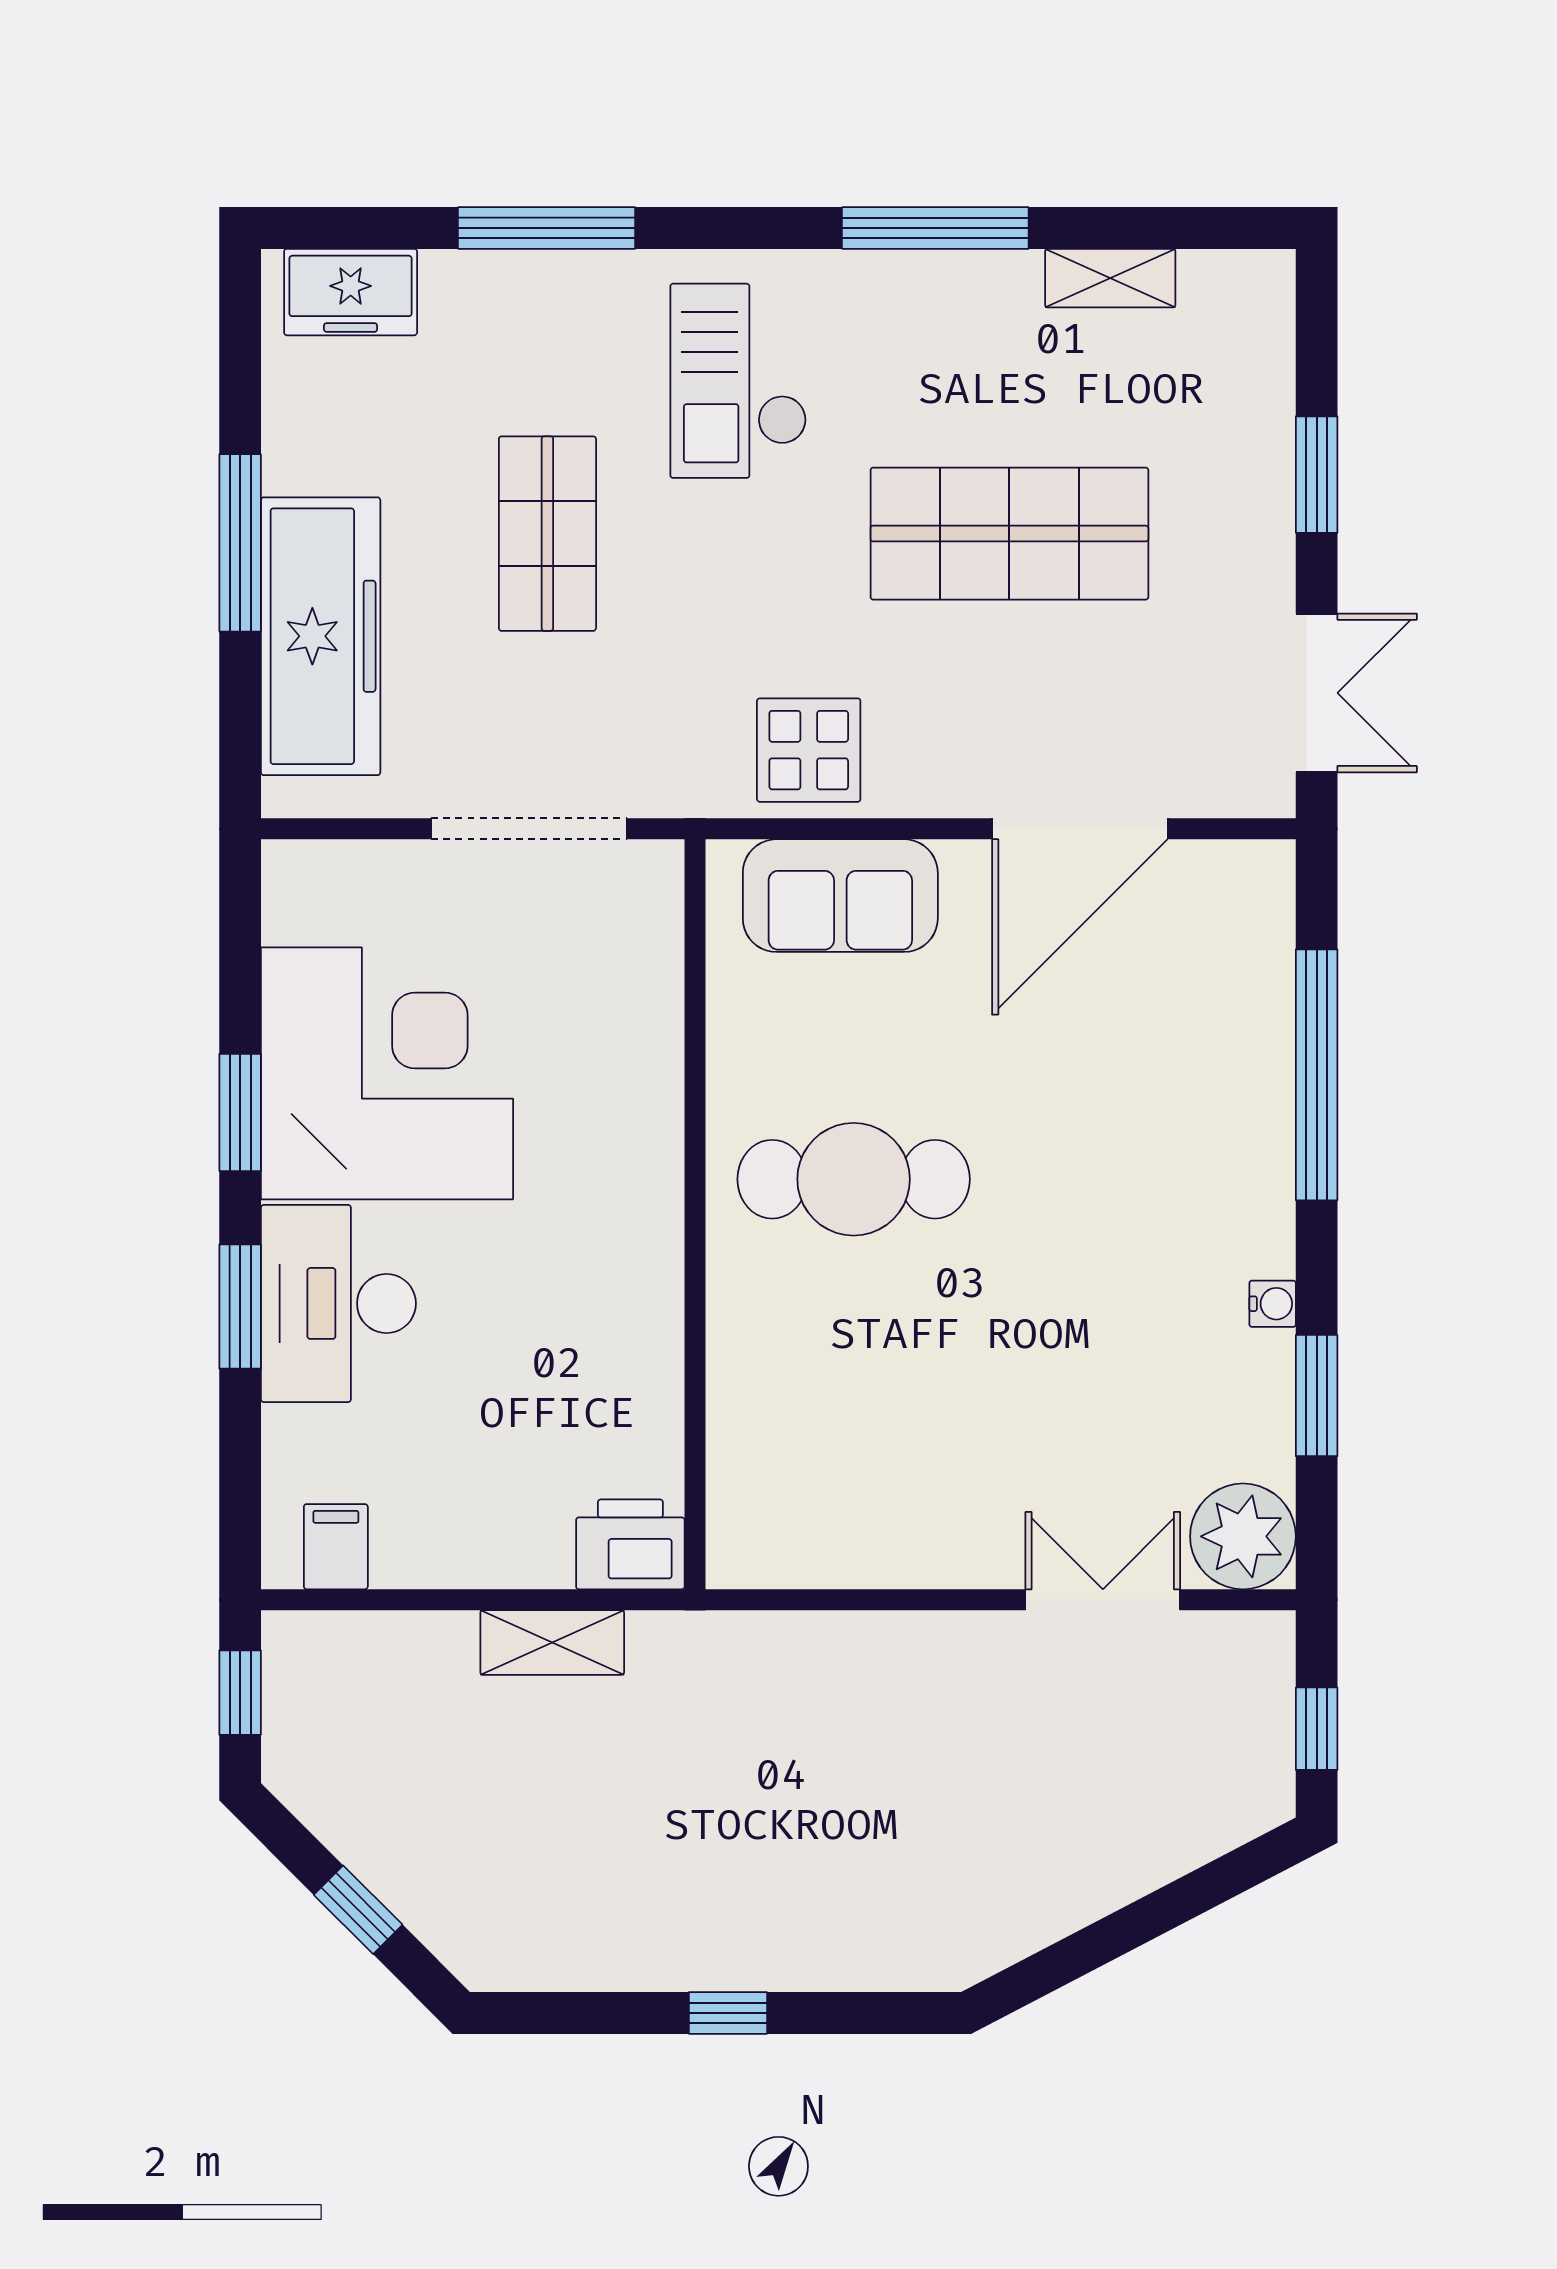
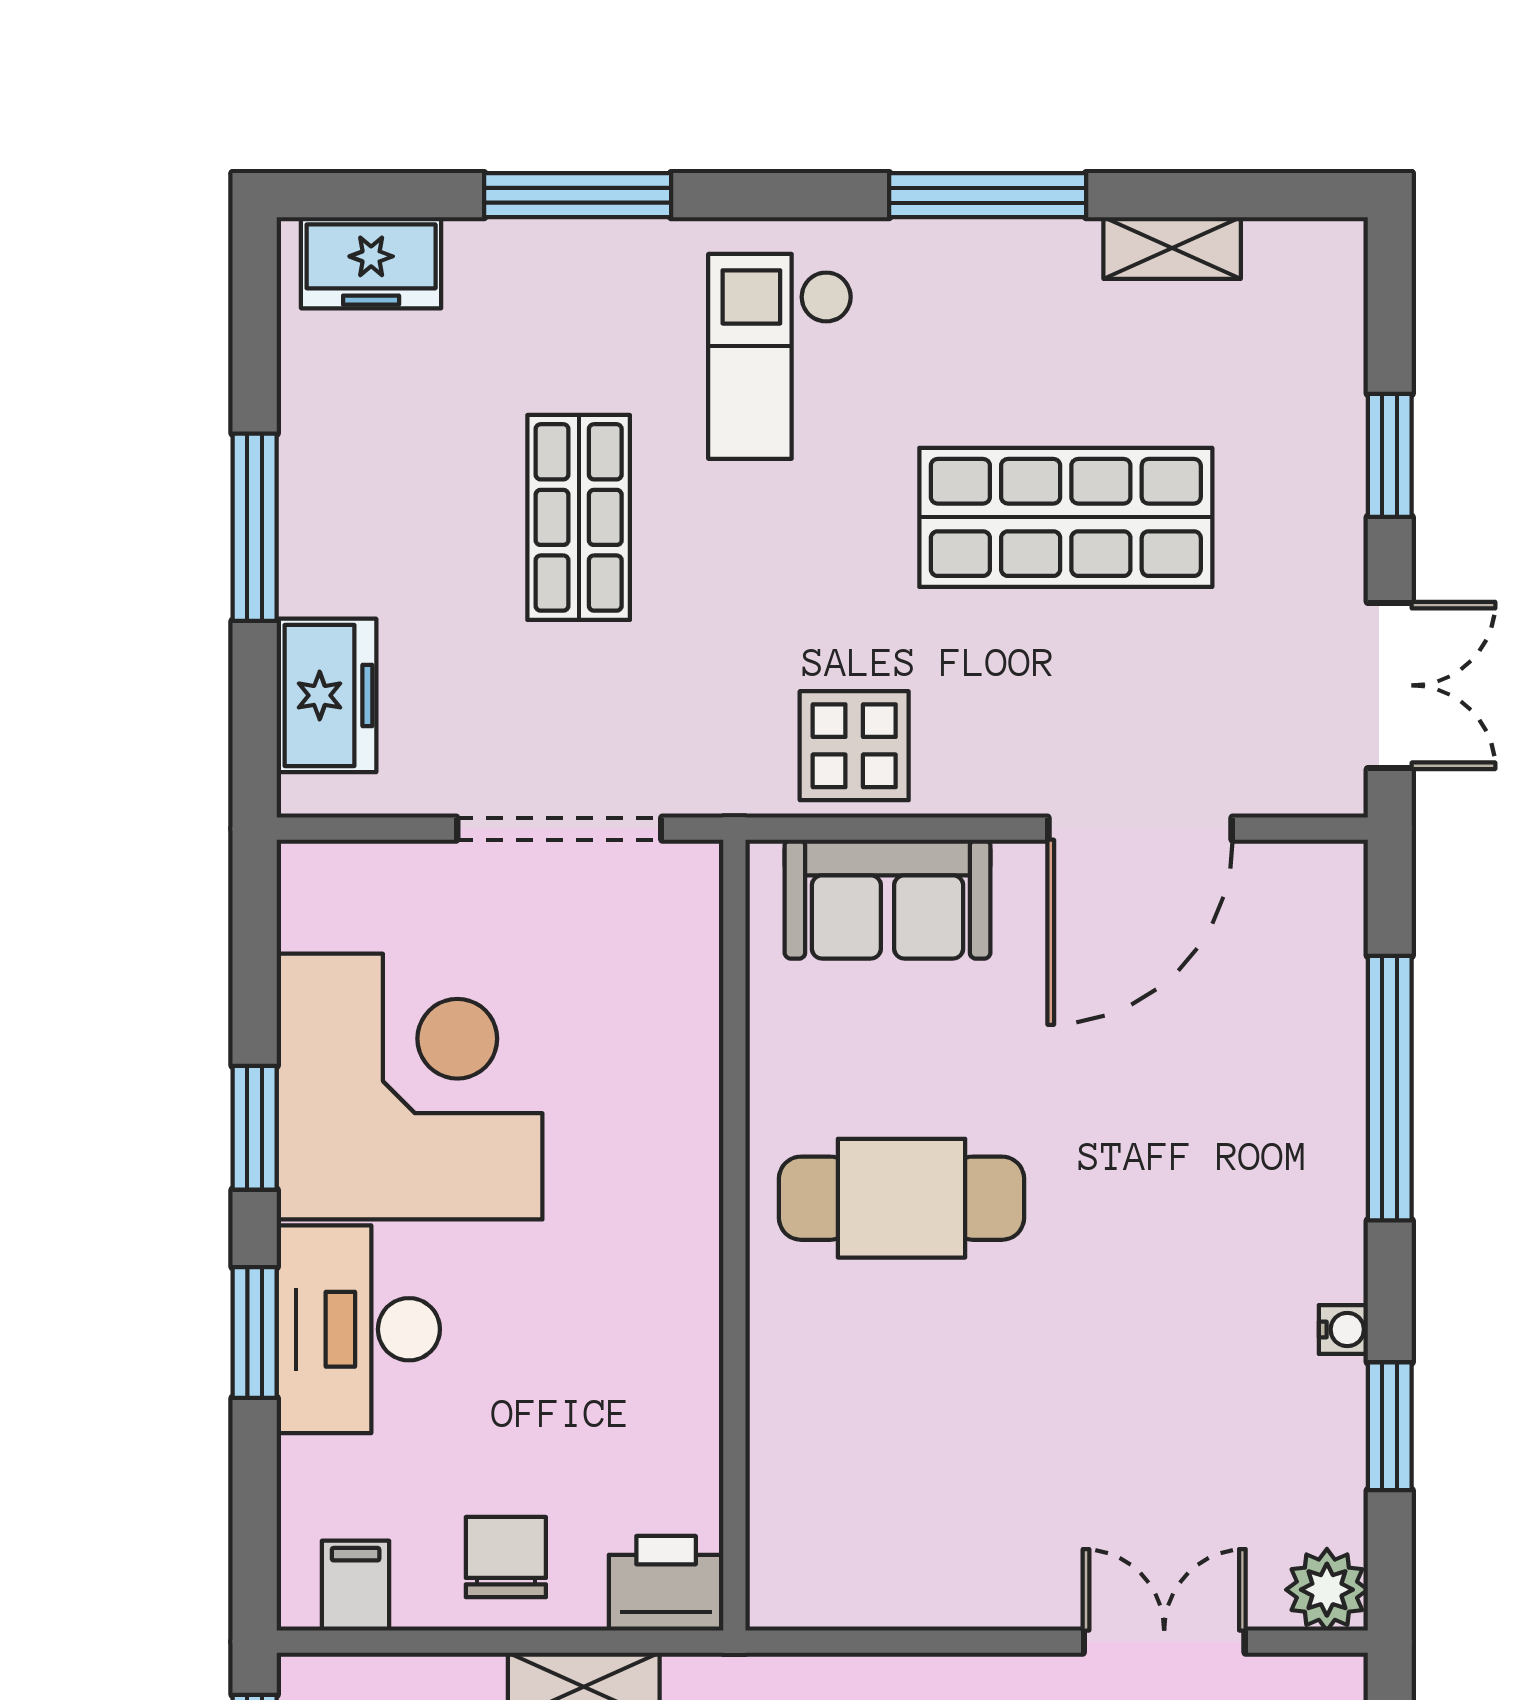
freezer: (321, 636) -> (326, 695), width x0.52, depth x0.79
chair: (478, 1520) -> (506, 1557), added
plant: (1243, 1536) -> (1327, 1590), width x0.73, depth x0.73

